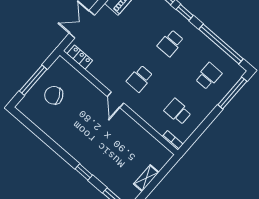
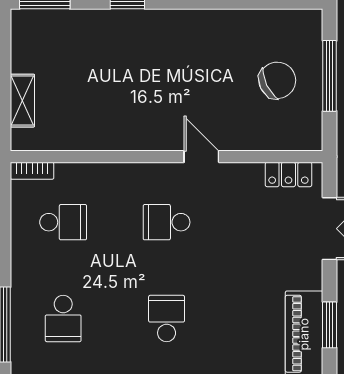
school desk: (140, 79) -> (167, 222), turned -90
door: (116, 100) -> (201, 157), moved
shelving: (146, 178) -> (22, 101), moved

